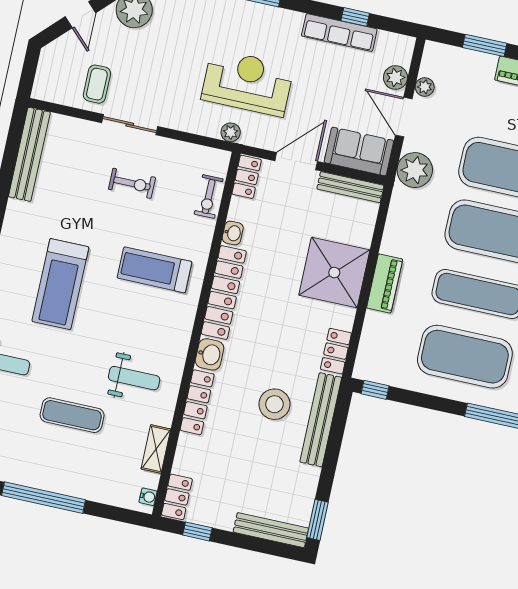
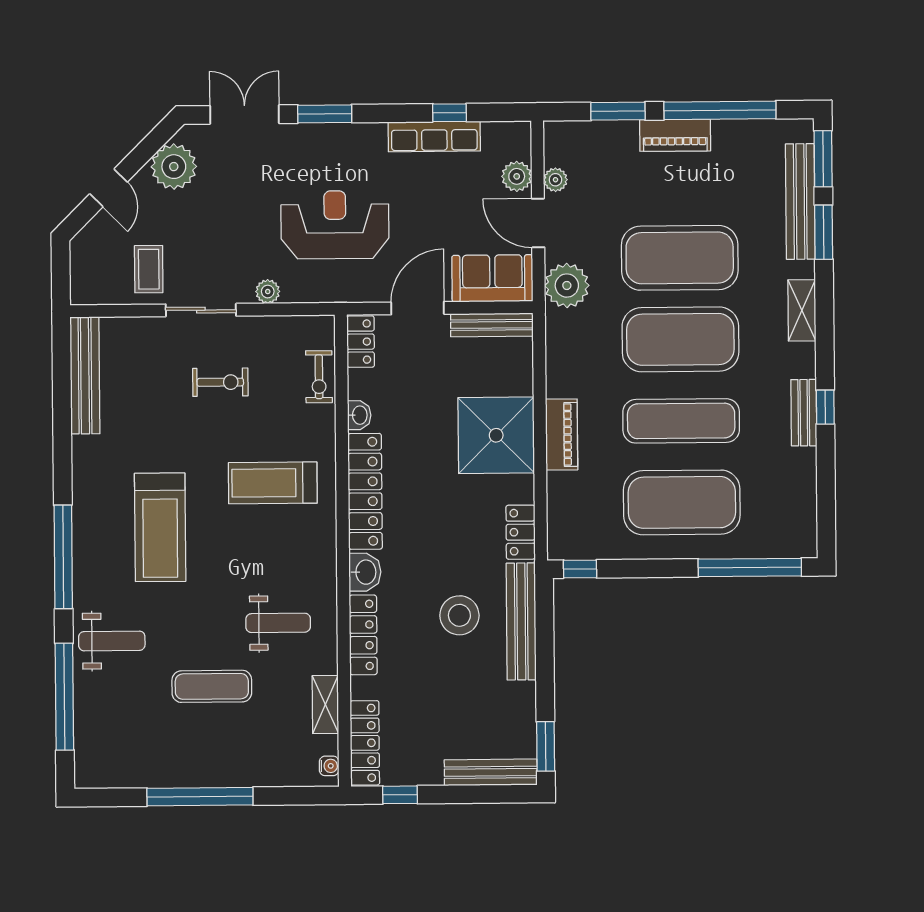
plant: (231, 132) -> (268, 292), moved
locker: (177, 497) -> (365, 743), width x1.53

